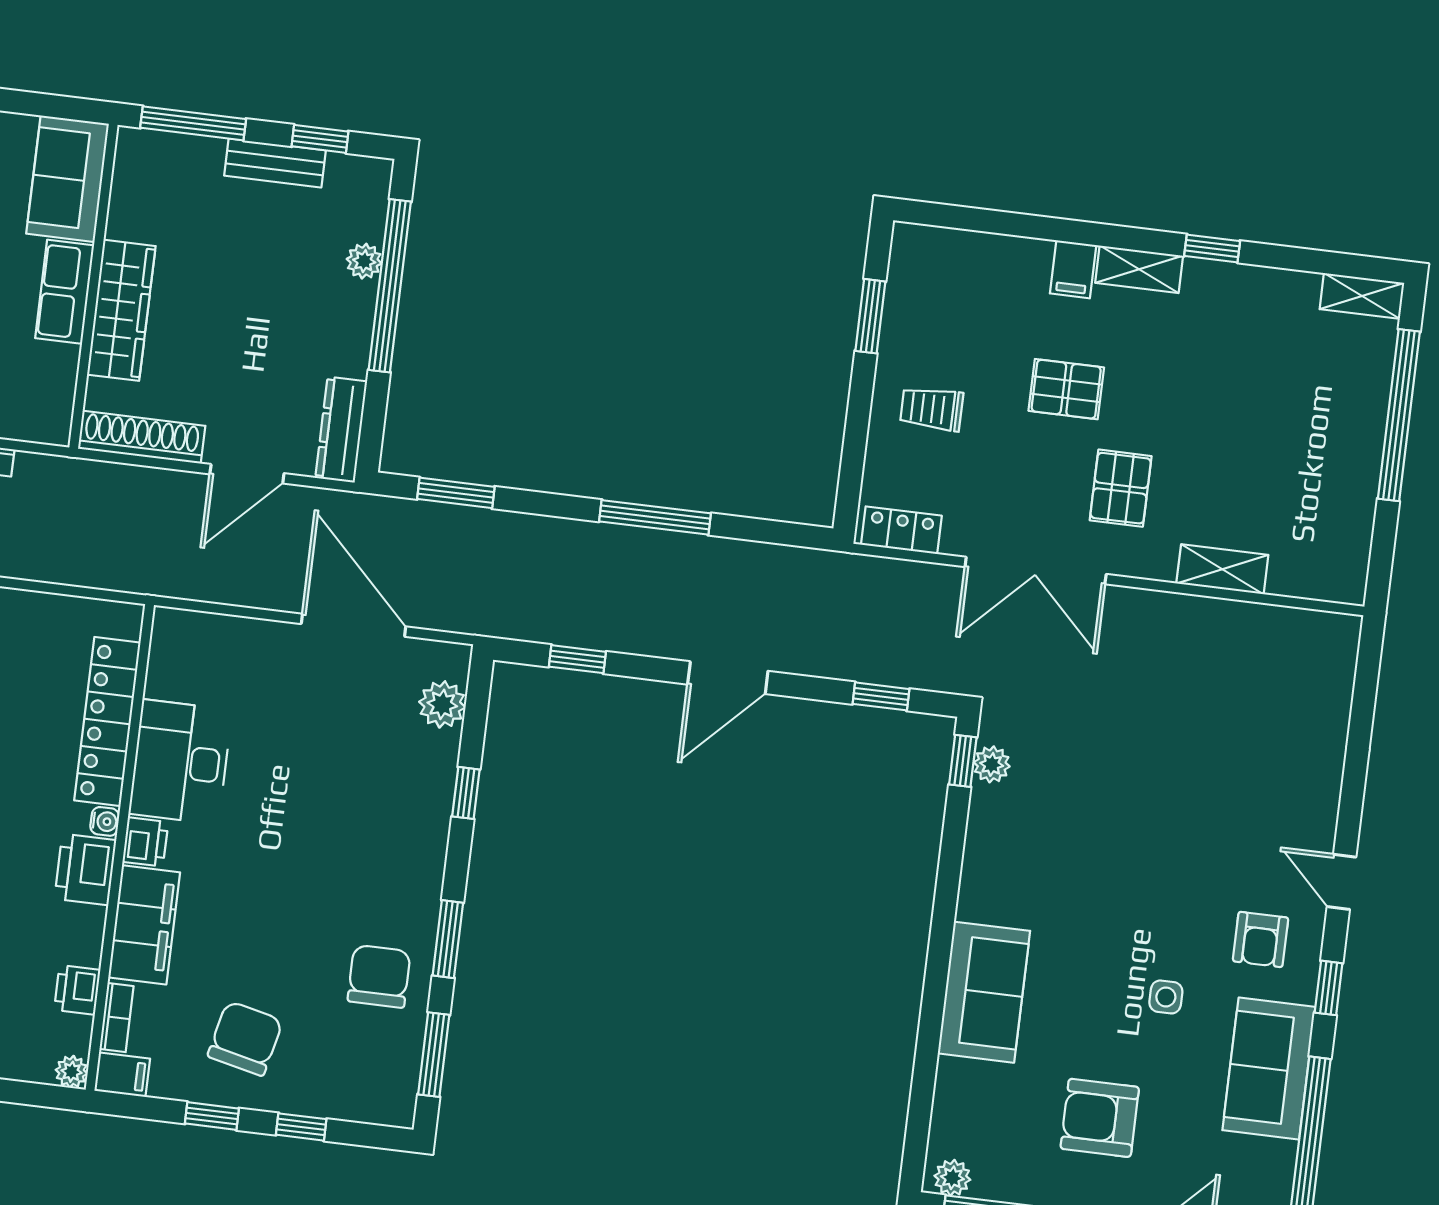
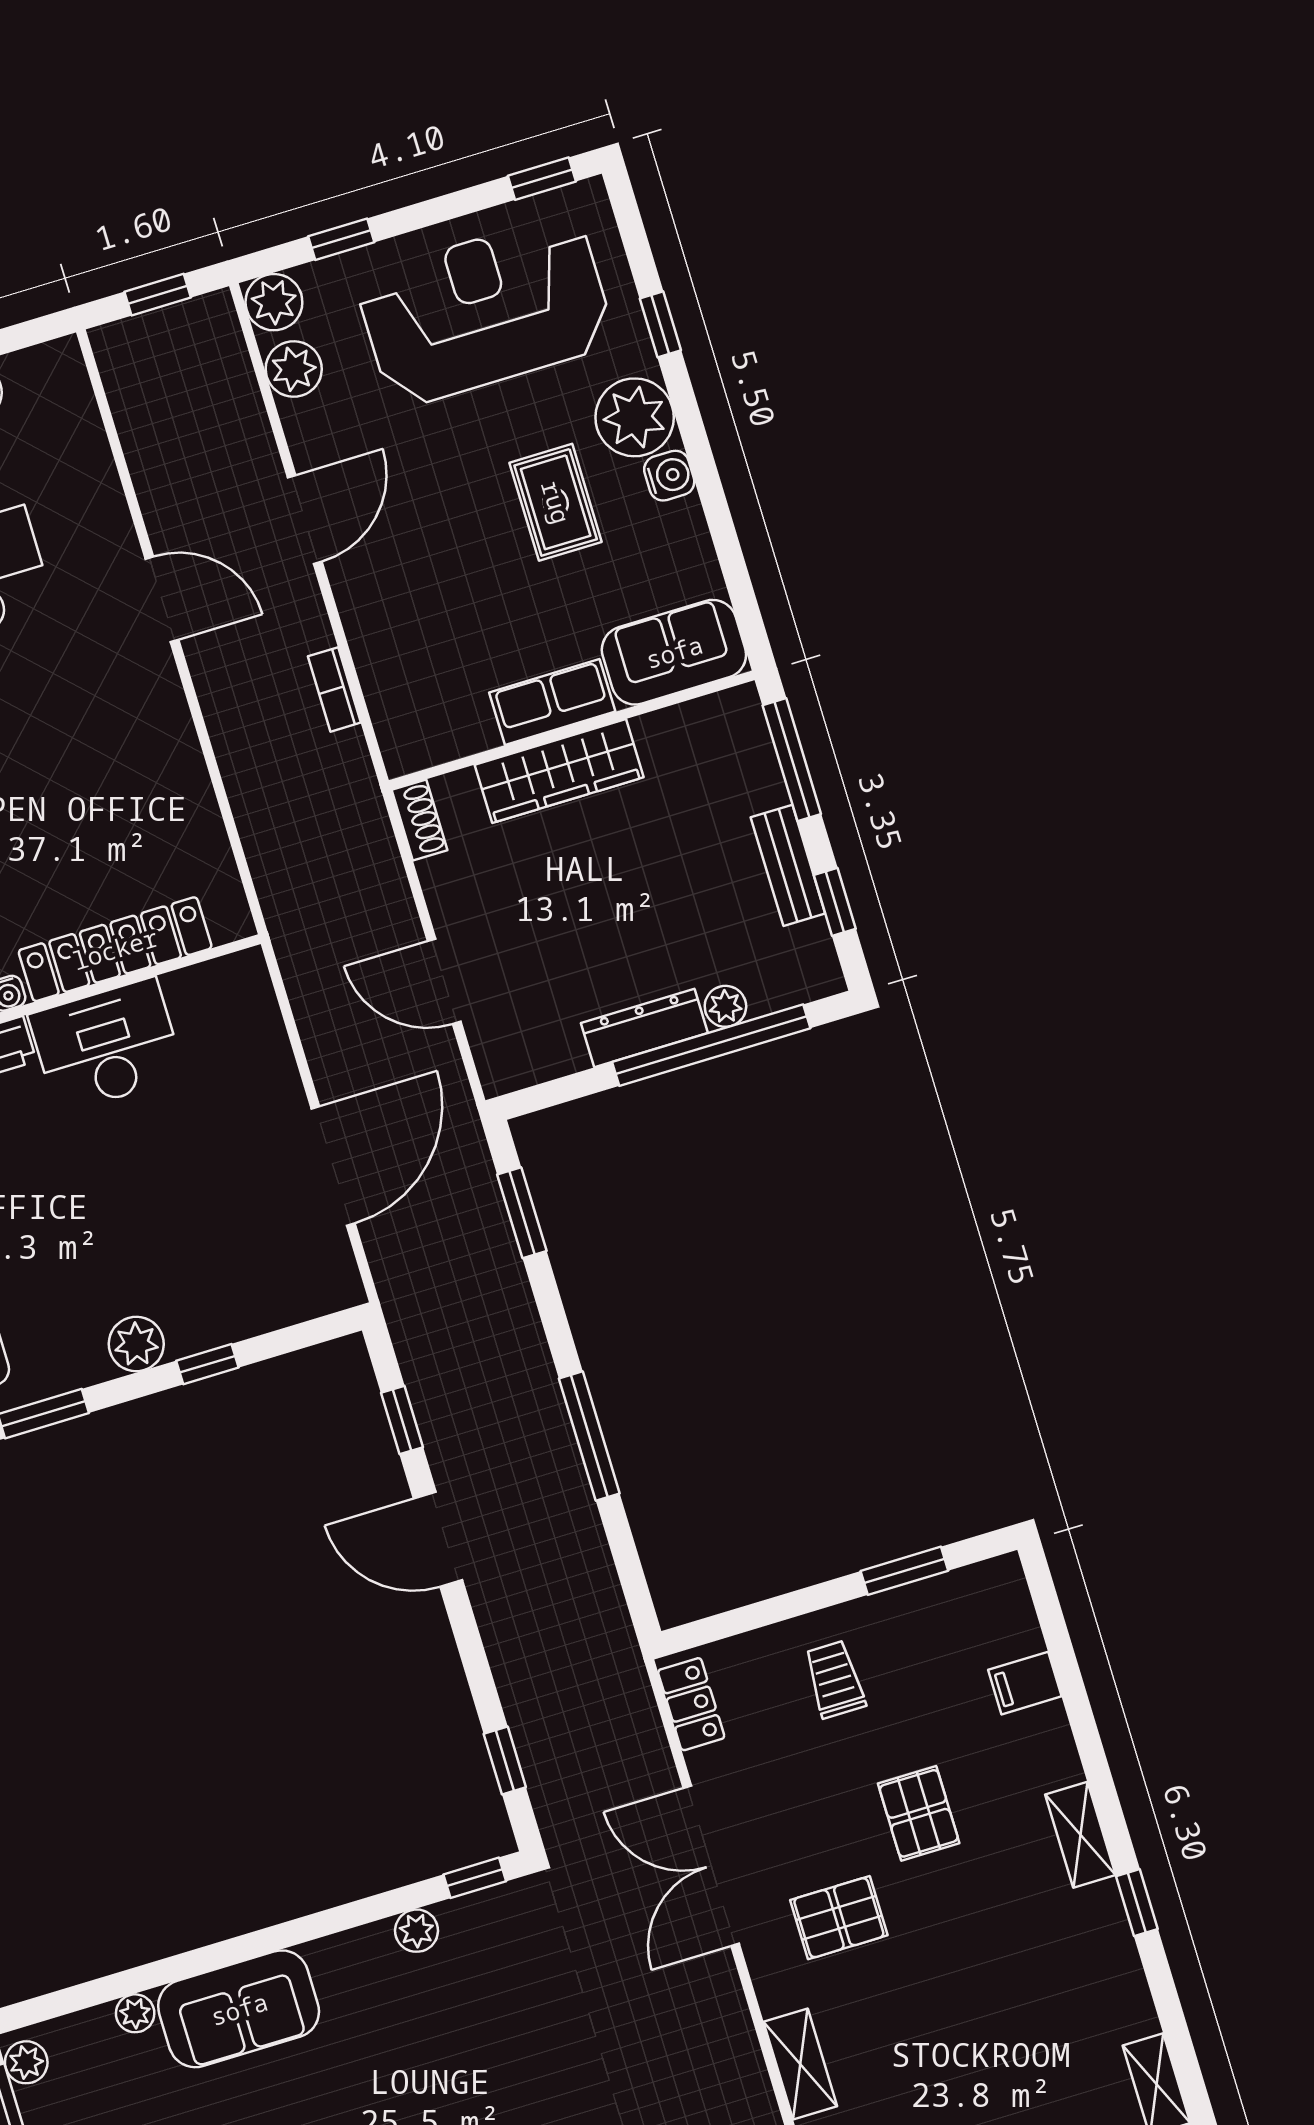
filing cabinet: (1073, 269) -> (1025, 1683), moved
dresser: (341, 430) -> (644, 1028), moved
shoe rack: (142, 437) -> (419, 820), width x0.51, depth x0.81
door: (728, 678) -> (438, 1539), moved
plant: (442, 704) -> (136, 1344), moved
plant: (992, 764) -> (417, 1931), moved
plant: (952, 1075) -> (135, 2013), added

